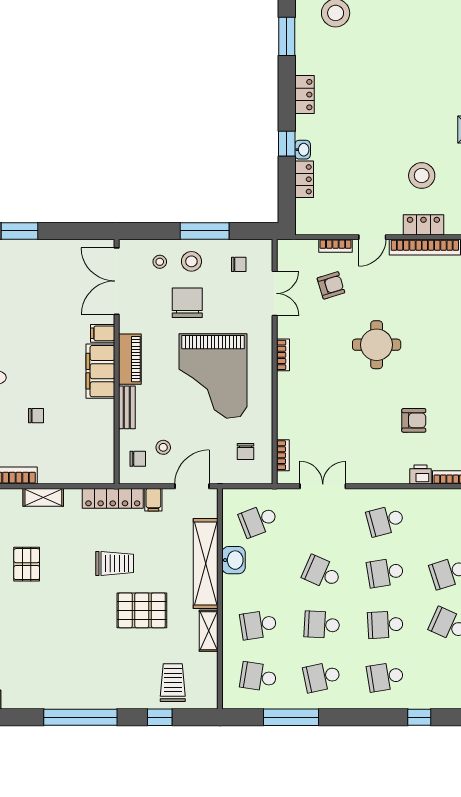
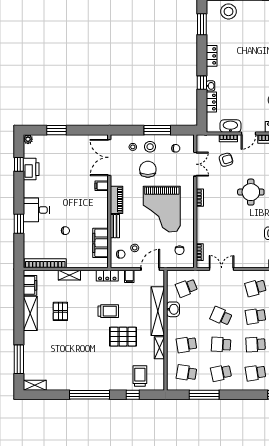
washbasin: (339, 223) -> (230, 126), added
filing cabinet: (100, 371) -> (100, 243), moved
locker: (113, 498) -> (107, 276), width x0.66

